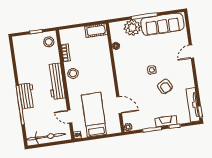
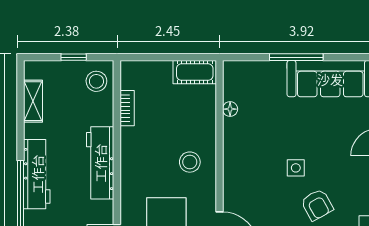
plant: (132, 28) -> (269, 77), removed
shelving: (19, 56) -> (33, 101), added
stool: (73, 73) -> (190, 162), moved
workbench: (27, 96) -> (37, 174), width x1.38

